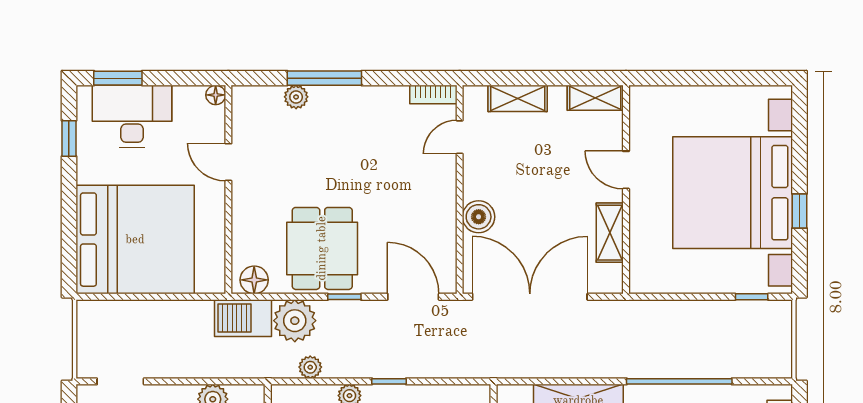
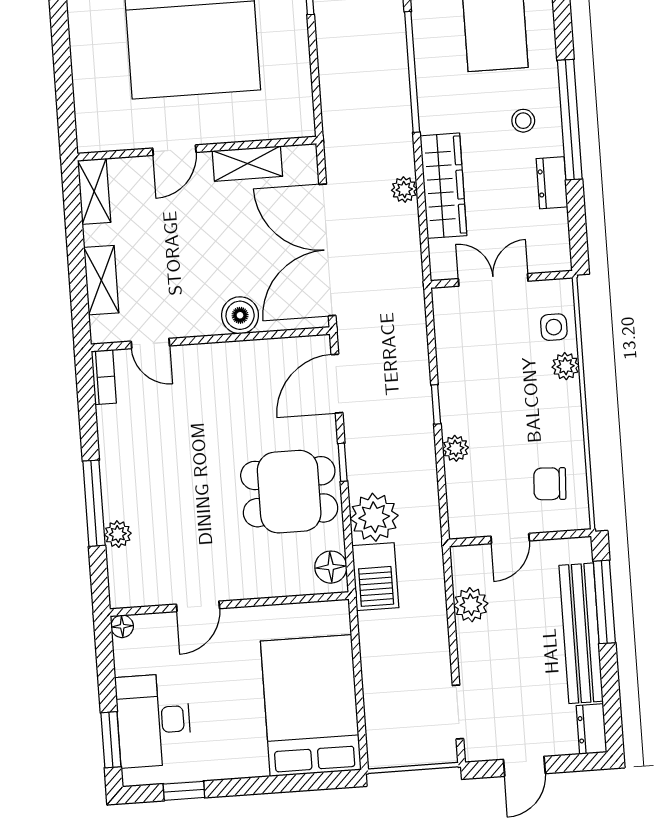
bed: (135, 240) -> (311, 706), width x0.73
plant: (310, 367) -> (404, 190), moved

